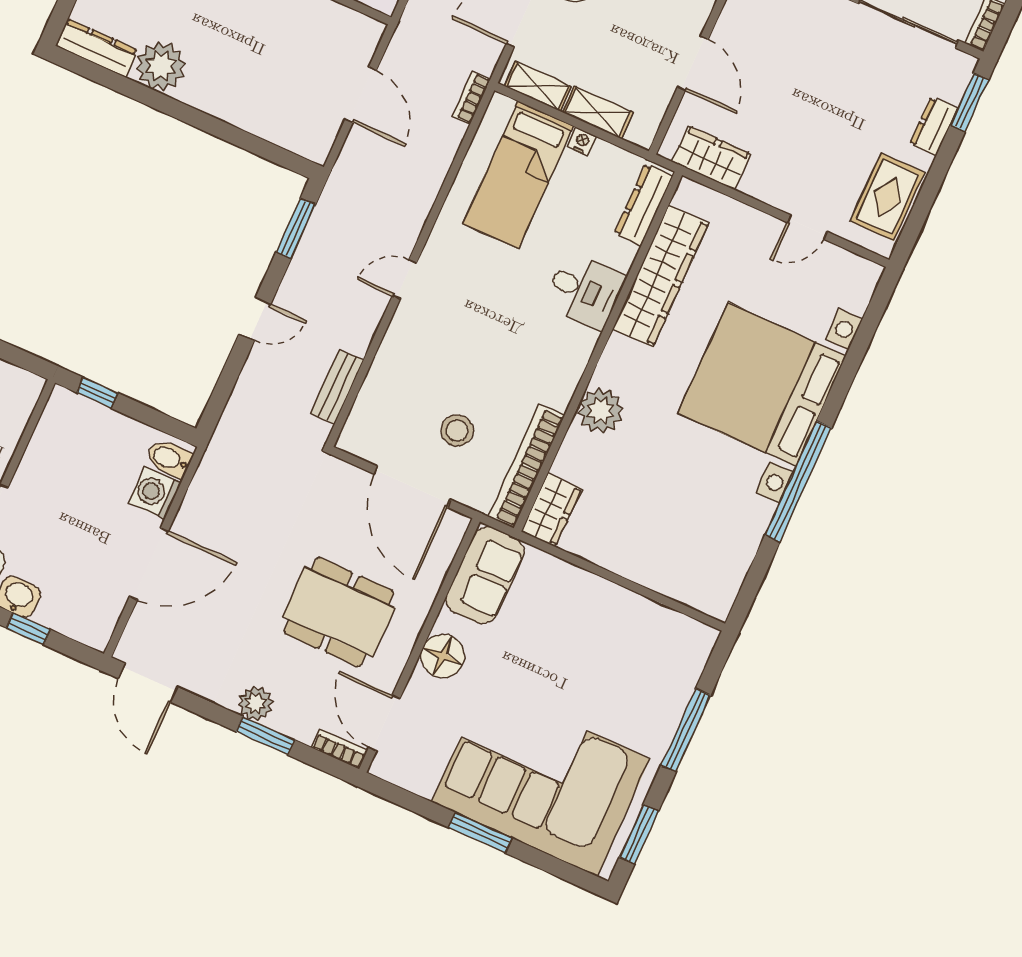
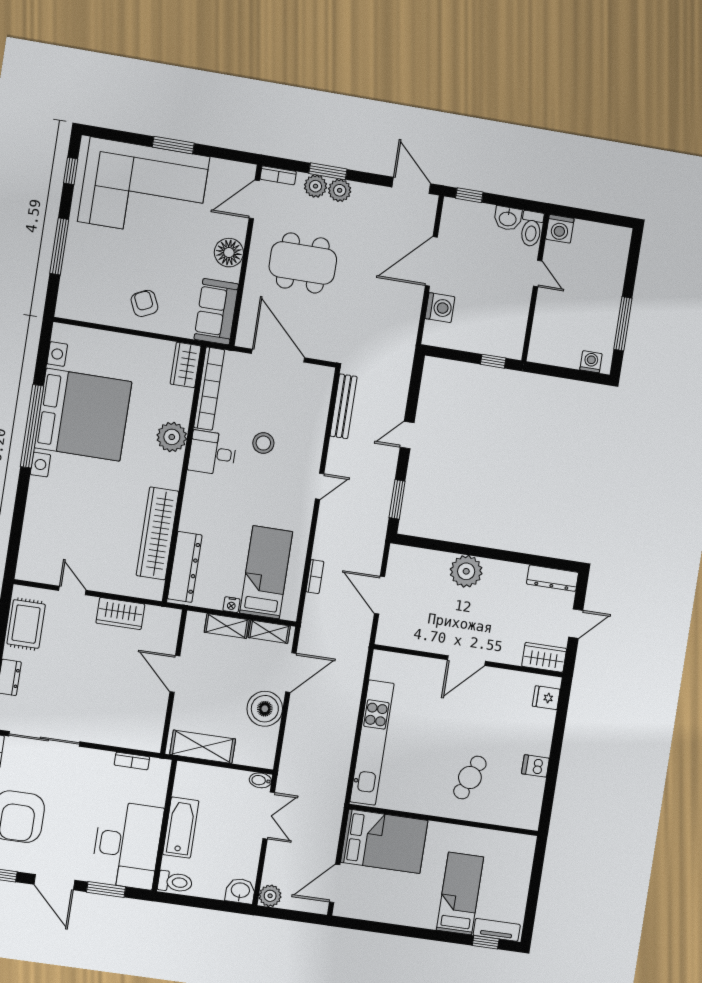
plant: (161, 66) -> (466, 571), moved
bookcase: (471, 98) -> (315, 577), moved
wardrobe: (711, 158) -> (120, 614), moved
dresser: (644, 205) -> (185, 567), width x1.37, depth x1.24
door: (807, 227) -> (72, 590), hinge flipped
desk: (584, 291) -> (212, 453), moved
bed with nightstands: (762, 385) -> (83, 415), moved
bench: (337, 387) -> (343, 406), width x1.36
stool: (457, 431) -> (263, 443), moved
bidet: (169, 458) -> (437, 332), removed
armchair: (586, 615) -> (144, 303), added
window: (28, 629) -> (469, 195), moved
plant: (289, 719) -> (315, 186), added
door: (384, 723) -> (254, 199), swing flipped
window: (639, 834) -> (71, 171), width x0.67

